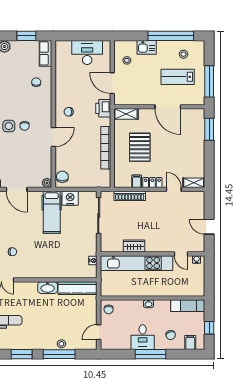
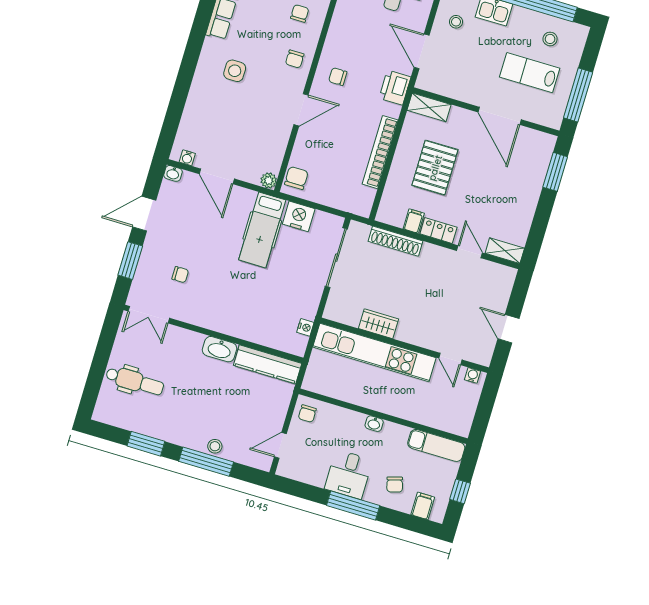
chair: (25, 126) -> (295, 59), moved

